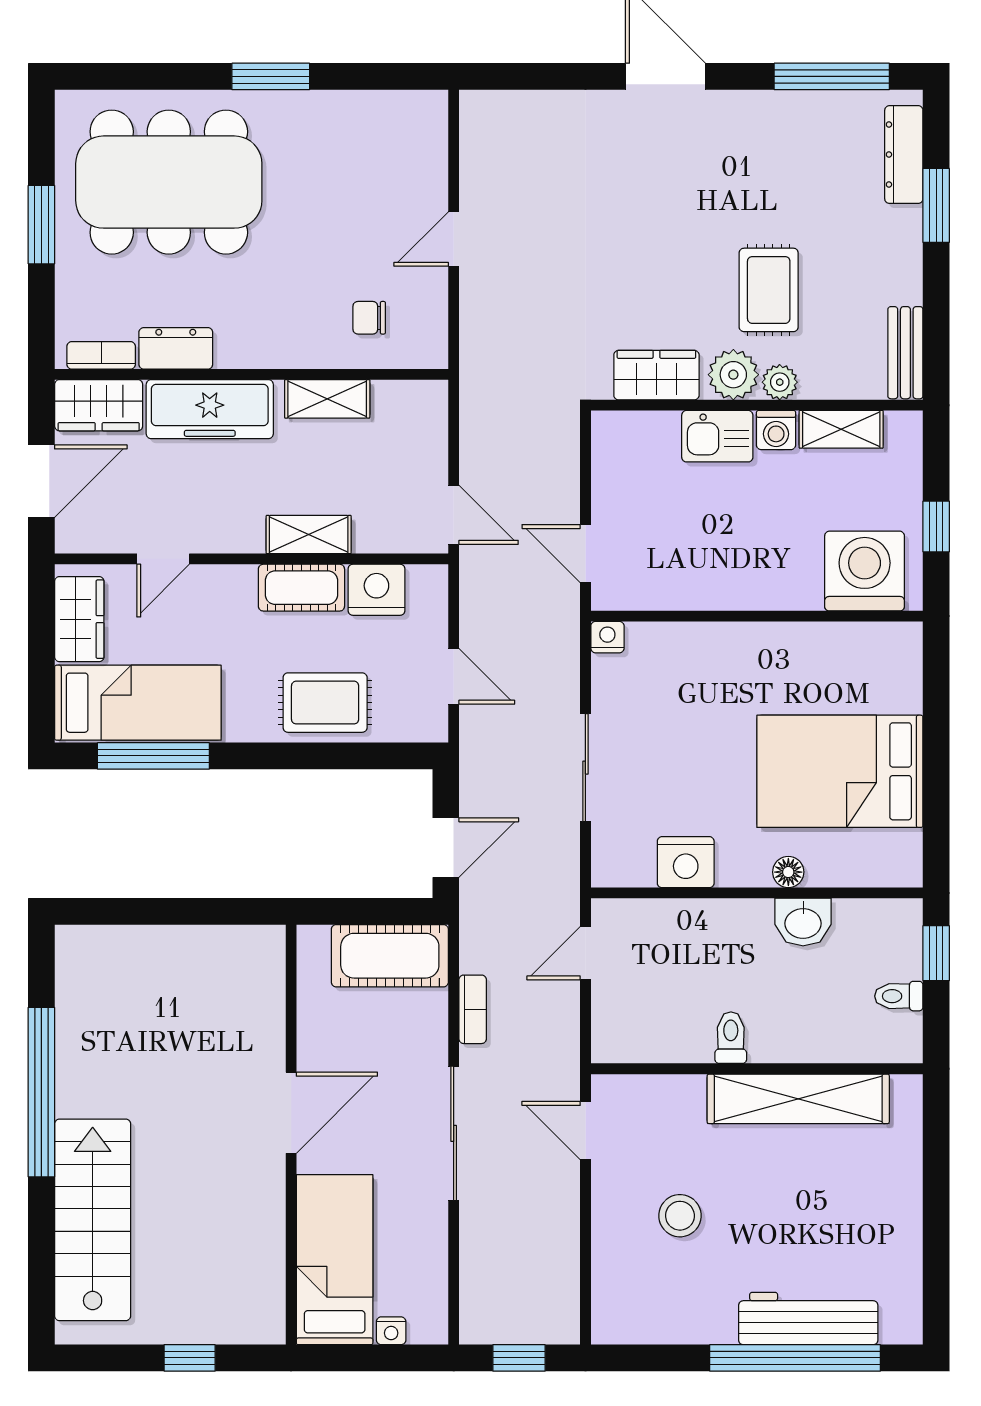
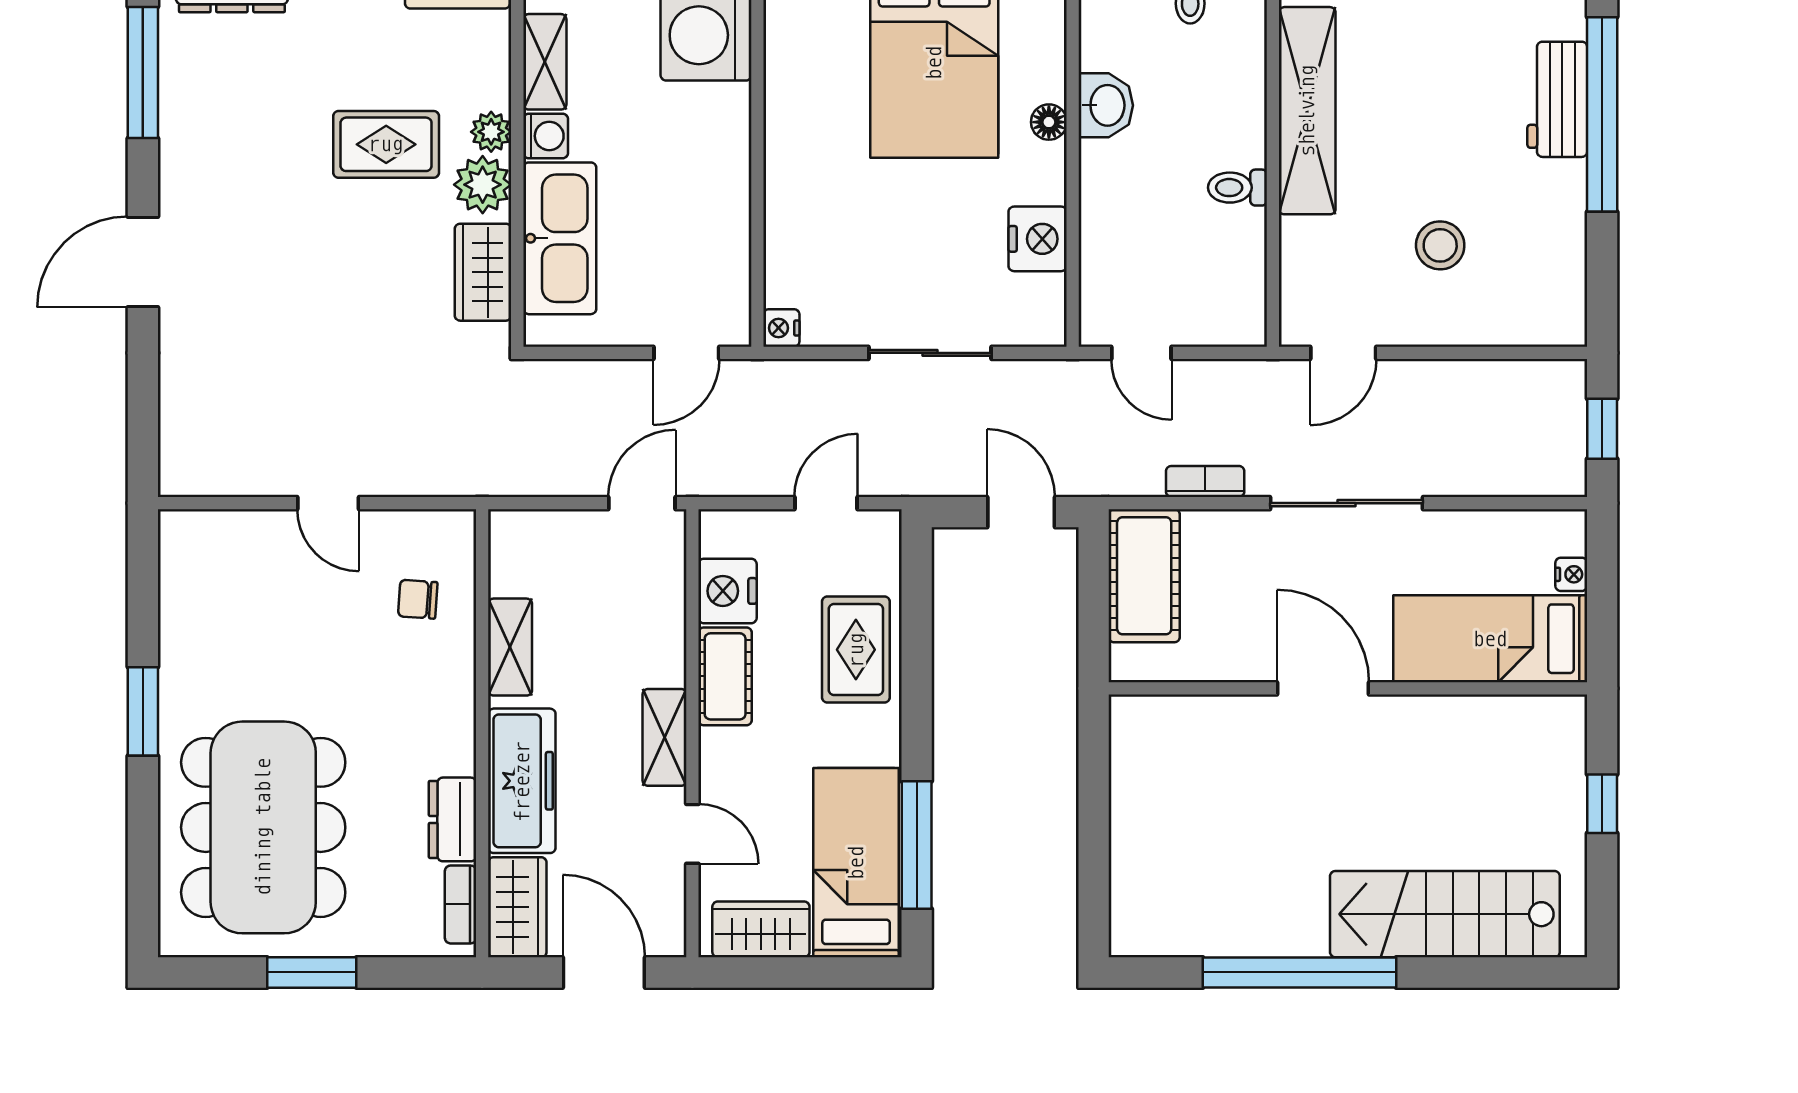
chair: (369, 318) -> (418, 599), turned 94
kitchen sink: (717, 436) -> (560, 238), width x1.88, depth x1.24
shelving: (309, 535) -> (665, 737), moved
workbench: (808, 1319) -> (1557, 99), width x0.73

